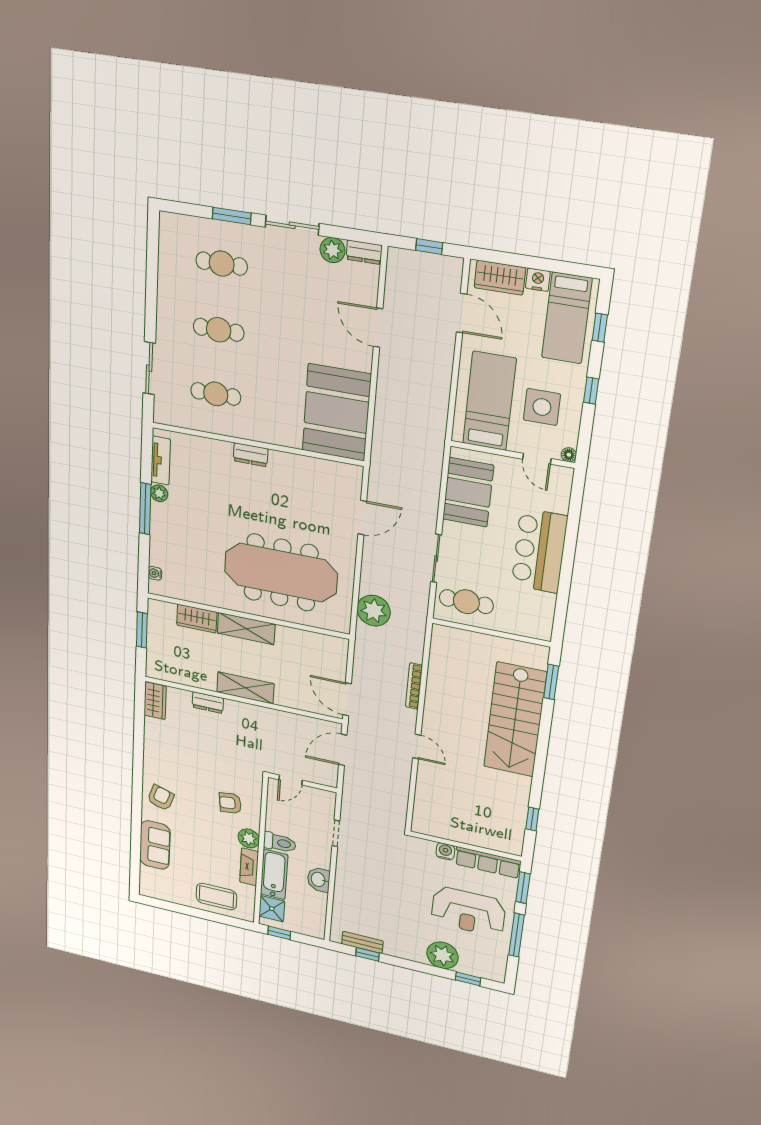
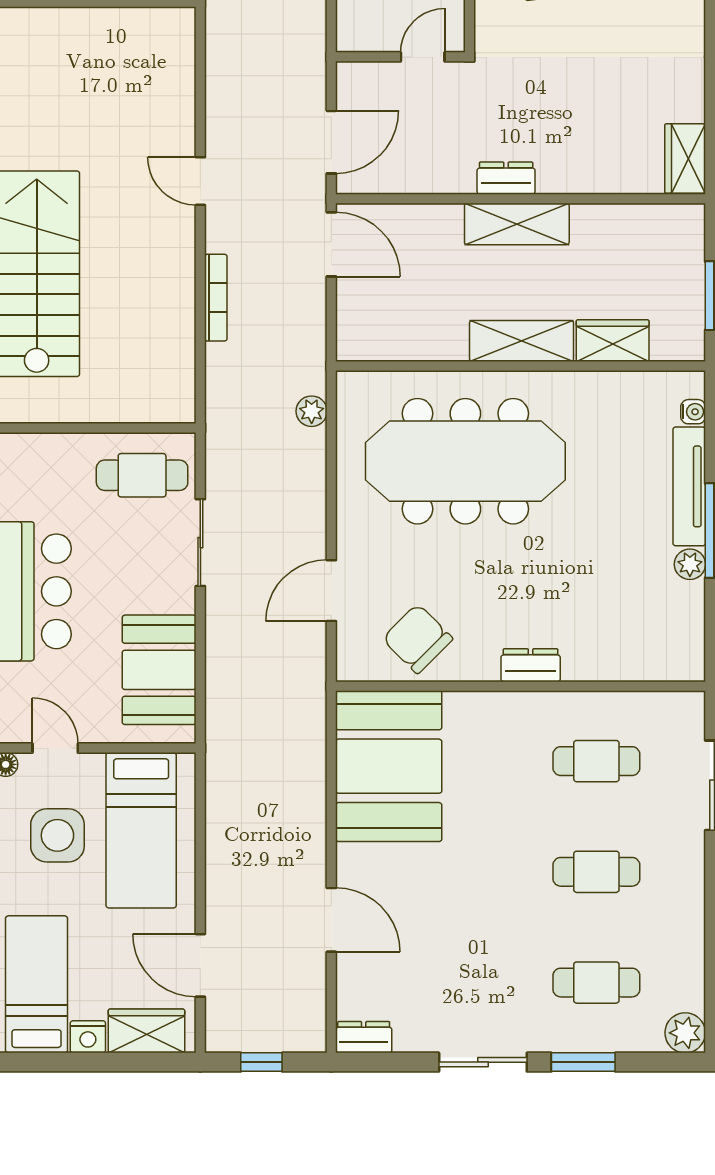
plant: (333, 250) -> (685, 1033), moved
tv unit: (161, 460) -> (689, 486), moved, width x1.41
chair: (314, 482) -> (418, 639), added
plant: (374, 611) -> (312, 411), width x0.53, depth x0.53
dresser: (208, 703) -> (506, 178), moved

